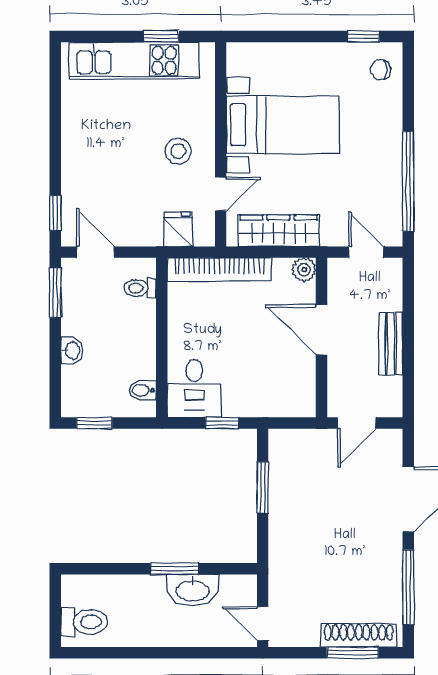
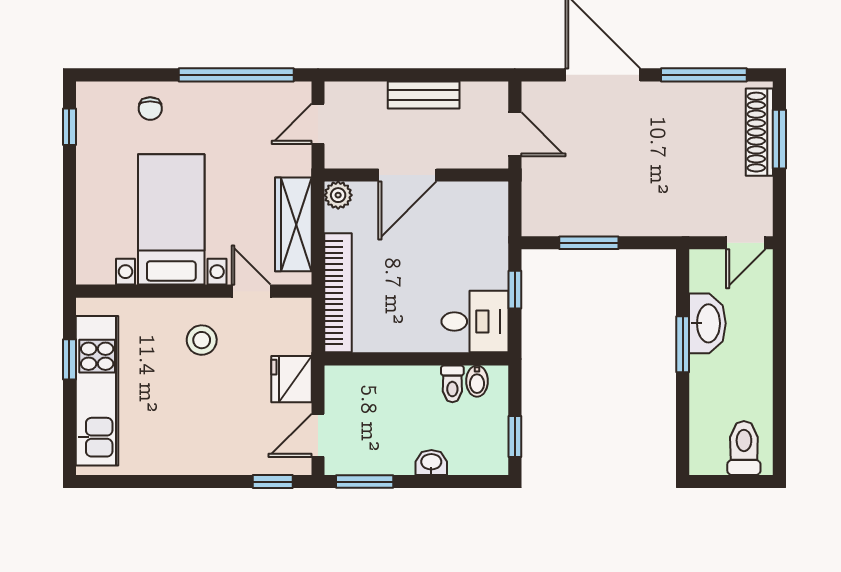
chair: (380, 70) -> (150, 109), moved
fridge: (178, 229) -> (292, 379), moved, width x1.38
toilet: (140, 288) -> (452, 384), moved

